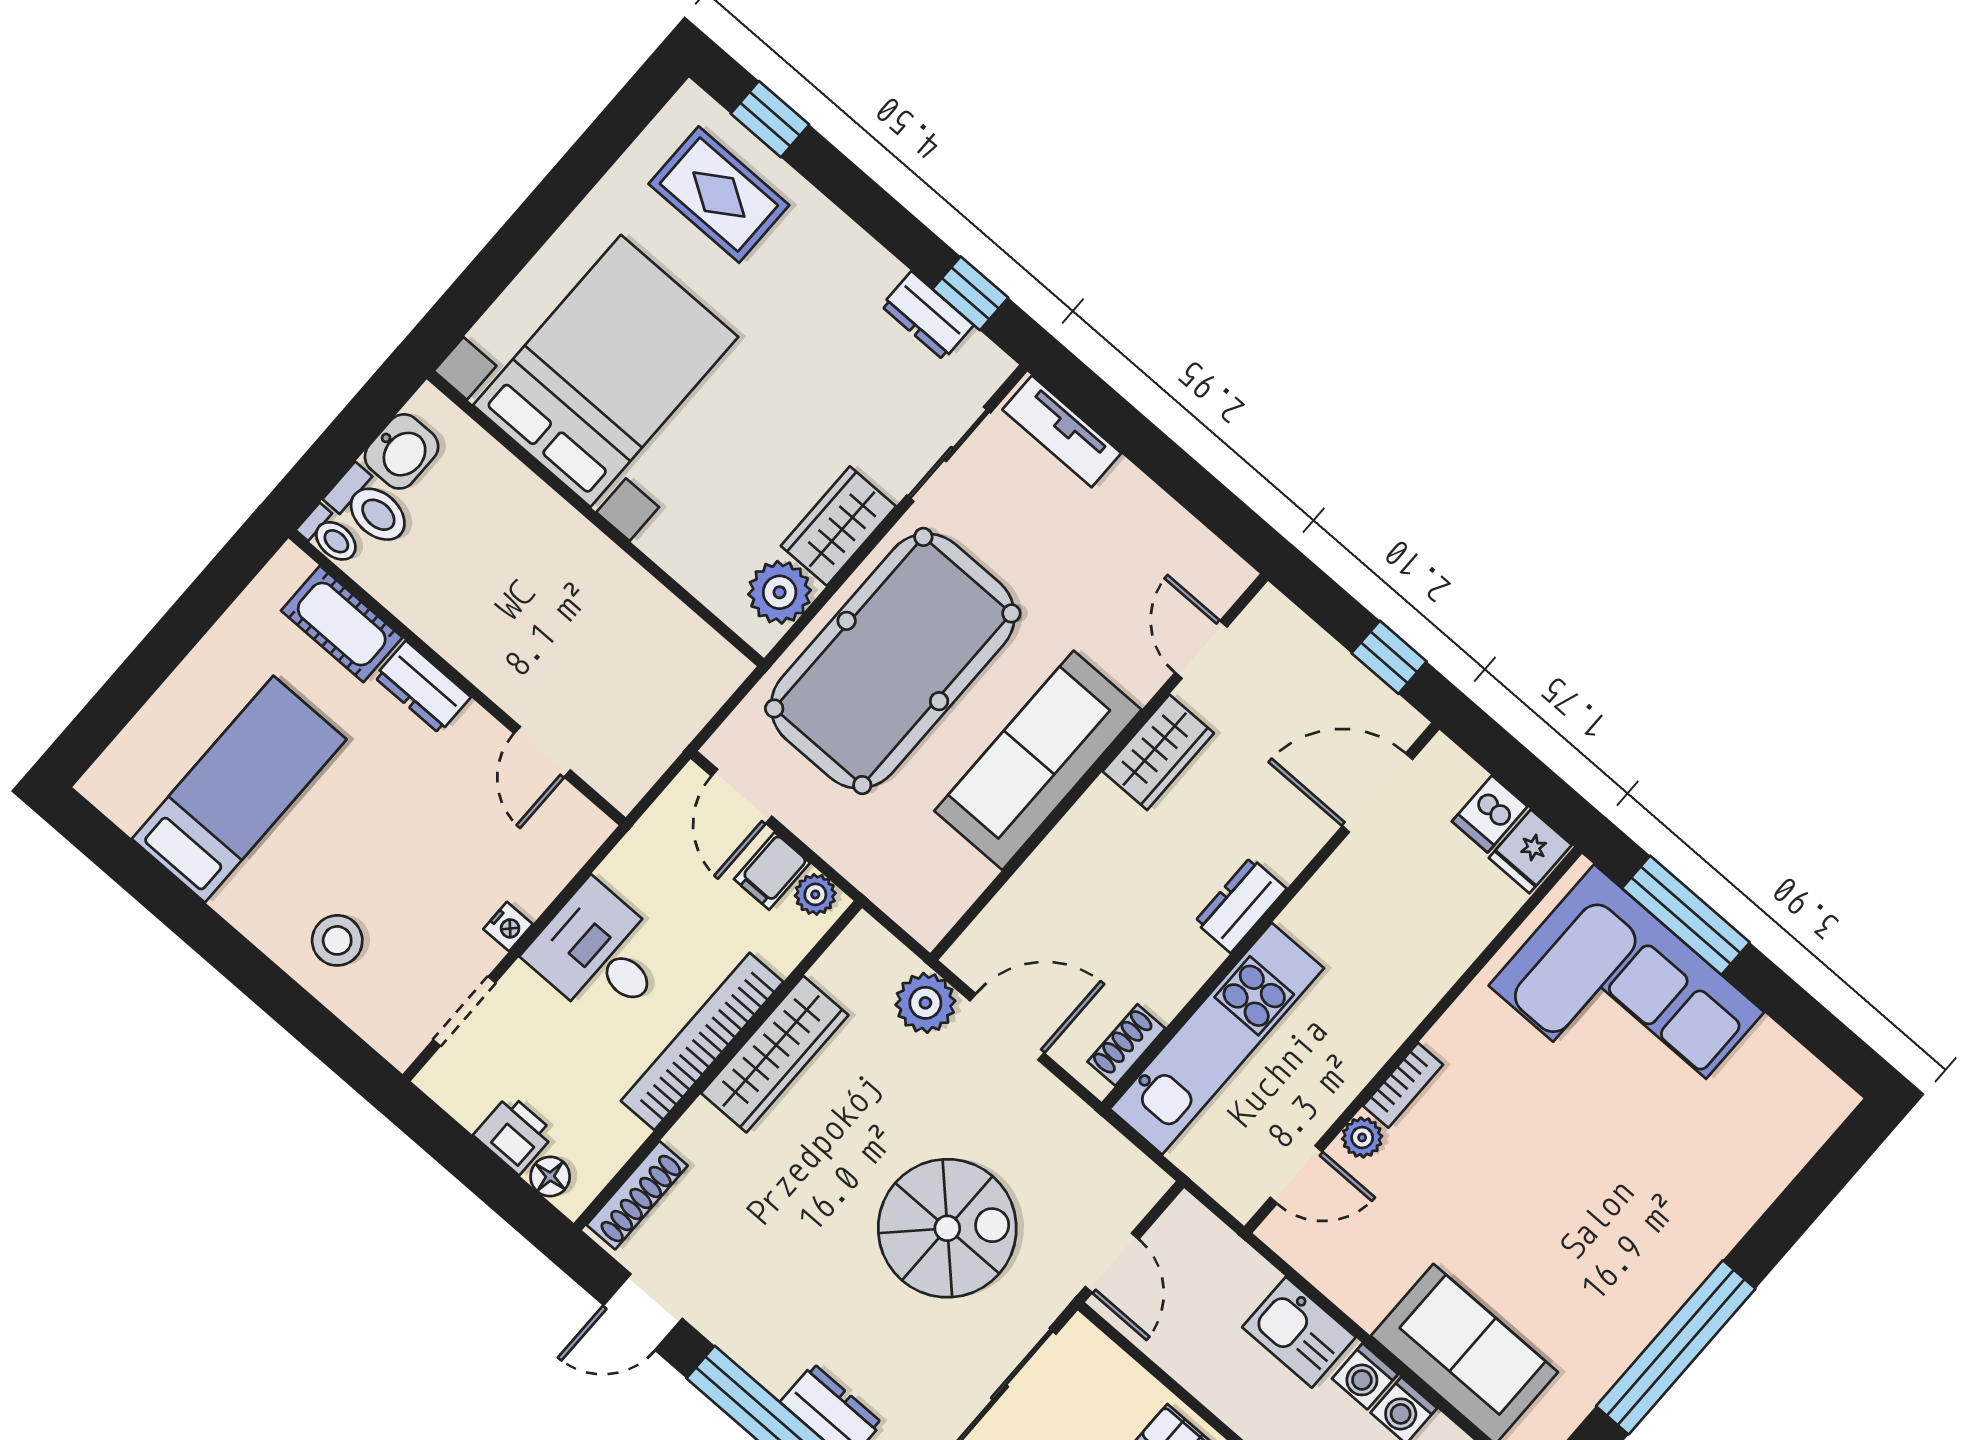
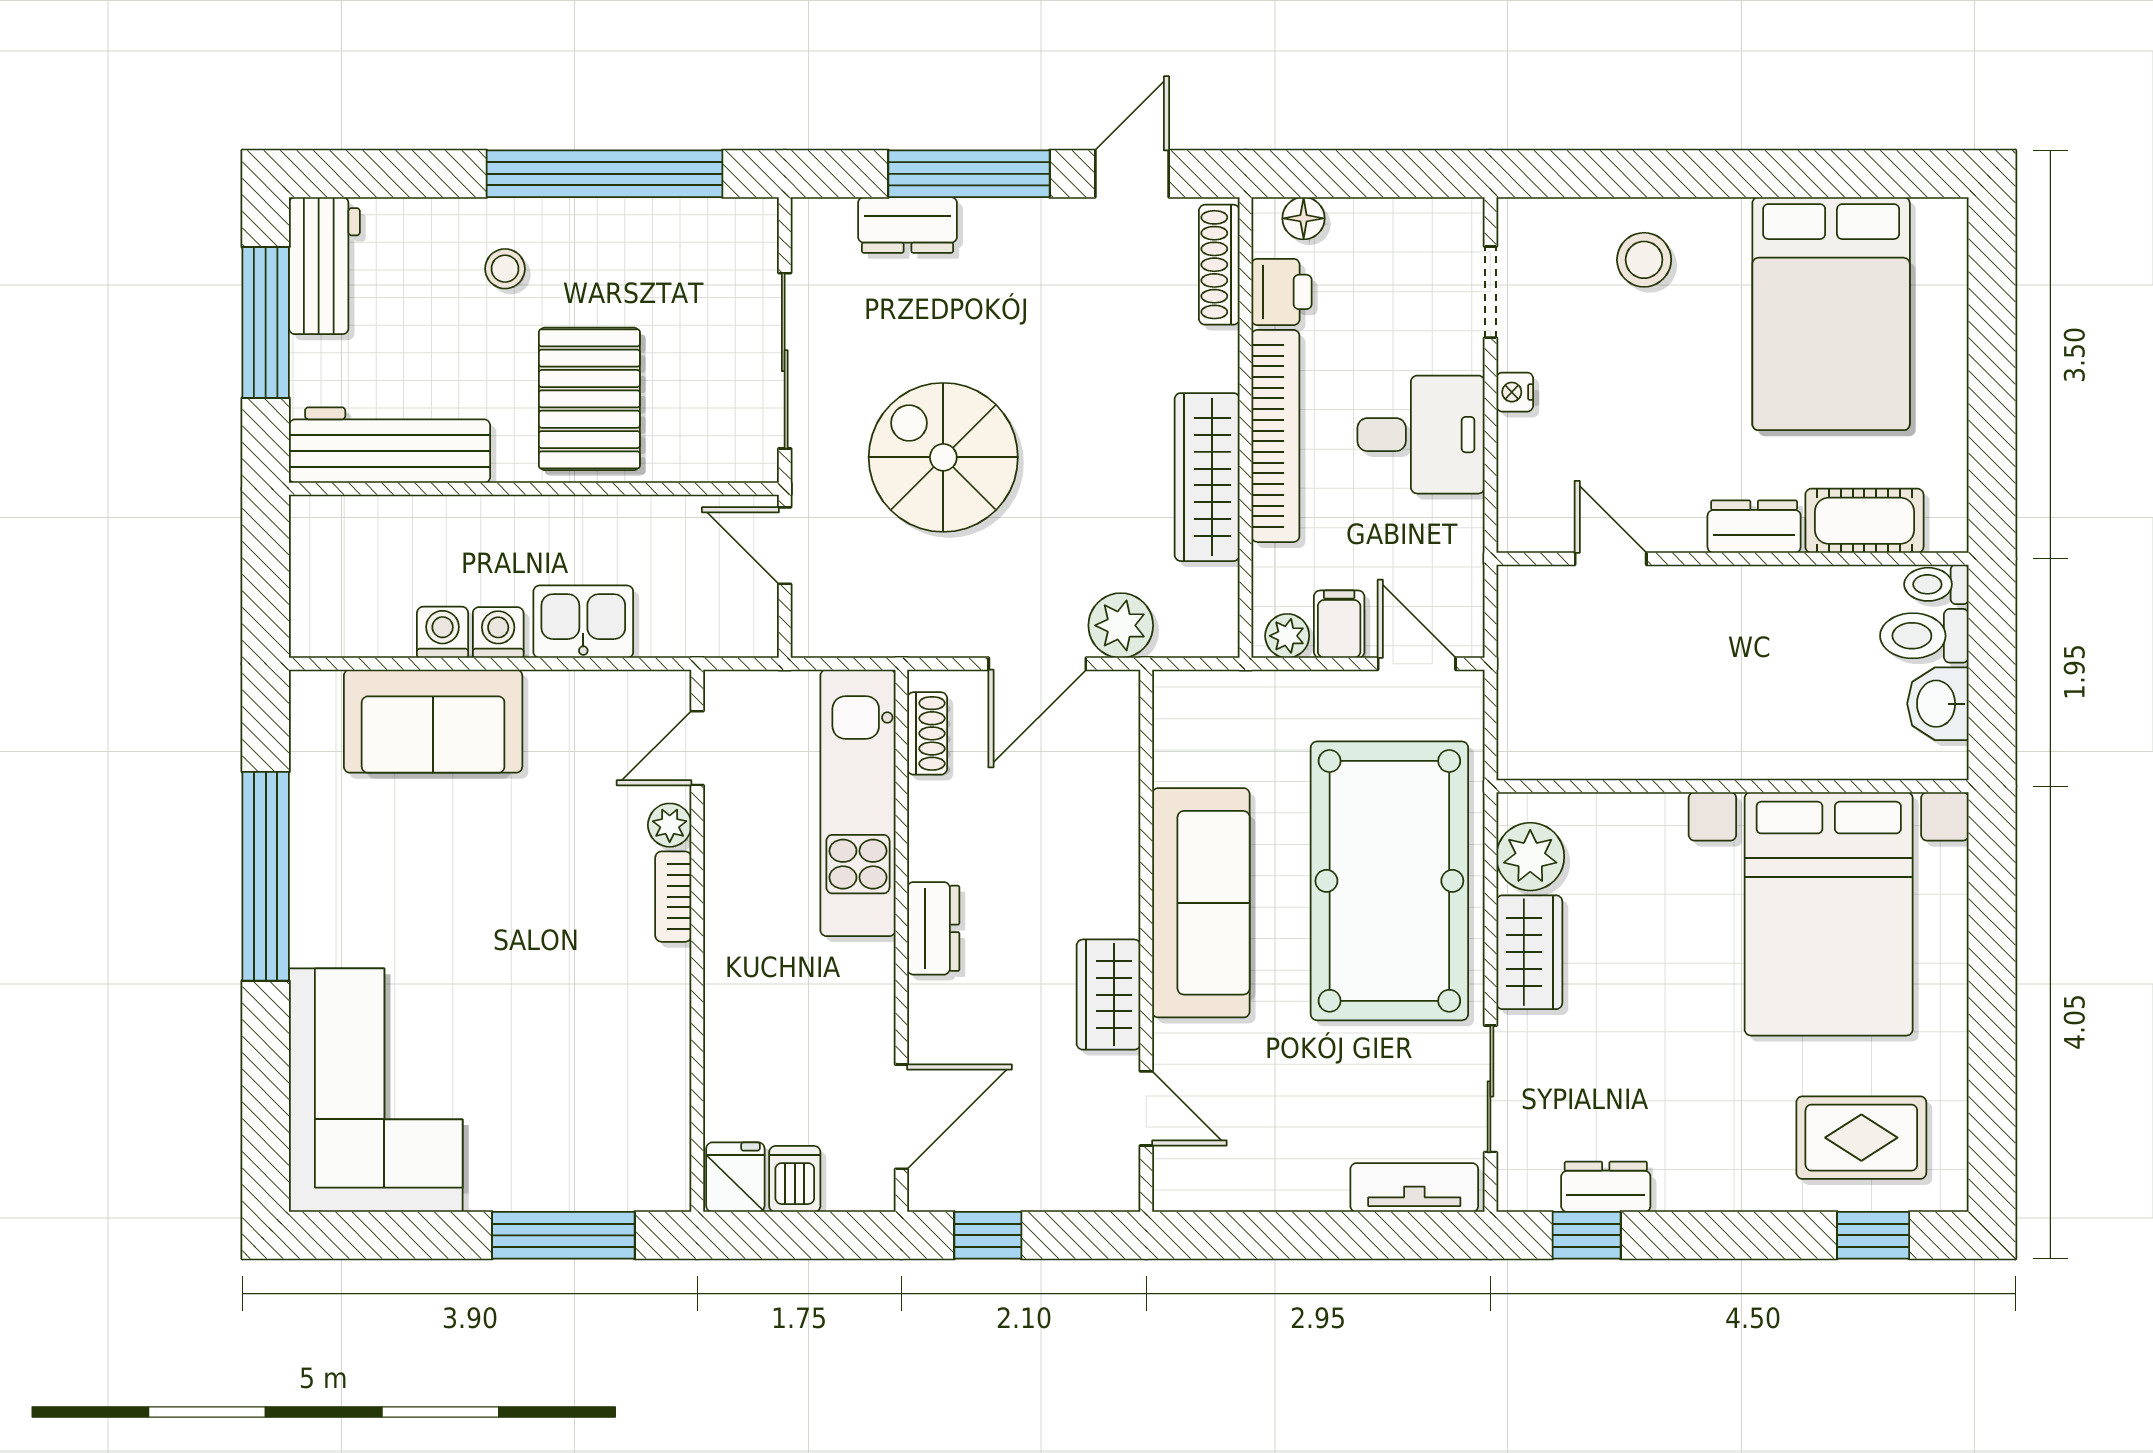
bed: (239, 789) -> (1831, 314), width x1.50
corner sofa: (1626, 999) -> (376, 1090), moved, turned 90
printer: (514, 1134) -> (1281, 292), moved, turned -90
spiral stairs: (947, 1228) -> (943, 457), turned 90

